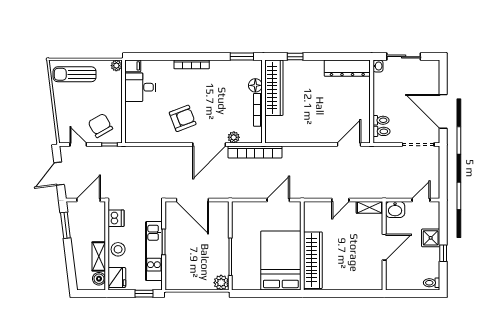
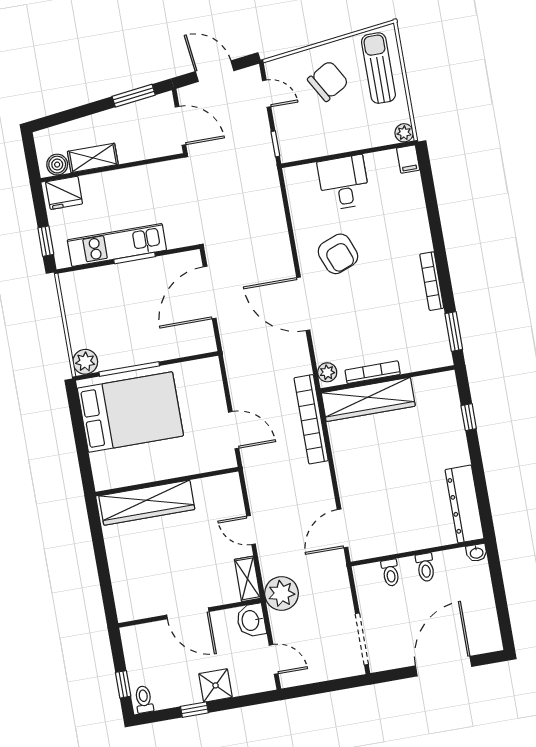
sliding door: (404, 57) -> (499, 591), removed
bookcase: (192, 64) -> (432, 281), moved
floor lamp: (255, 85) -> (411, 361), removed
desk: (140, 87) -> (344, 183), moved
wardrobe: (274, 88) -> (368, 399), moved
door: (443, 111) -> (444, 666), moved
chair: (100, 126) -> (328, 81), moved
toilet: (381, 131) -> (425, 567), moved
plant: (234, 137) -> (327, 372), moved
door: (78, 145) -> (267, 94), hinge flipped
door: (349, 145) -> (342, 528), swing flipped
bookcase: (255, 152) -> (311, 419), moved
plant: (382, 188) -> (282, 593), added
dishwasher: (116, 218) -> (159, 175), removed
stool: (118, 249) -> (110, 187), removed
bed: (281, 261) -> (130, 412), moved
window: (420, 294) -> (123, 684), added

